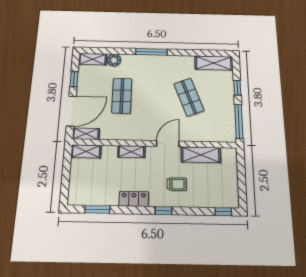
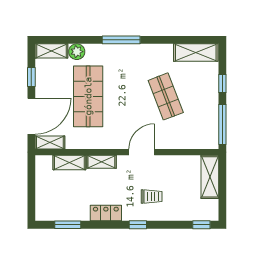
shop shelf: (122, 96) -> (88, 96), width x1.43, depth x1.36
shelving: (86, 151) -> (69, 162), moved
shelving: (201, 155) -> (210, 177), moved, turned 90

